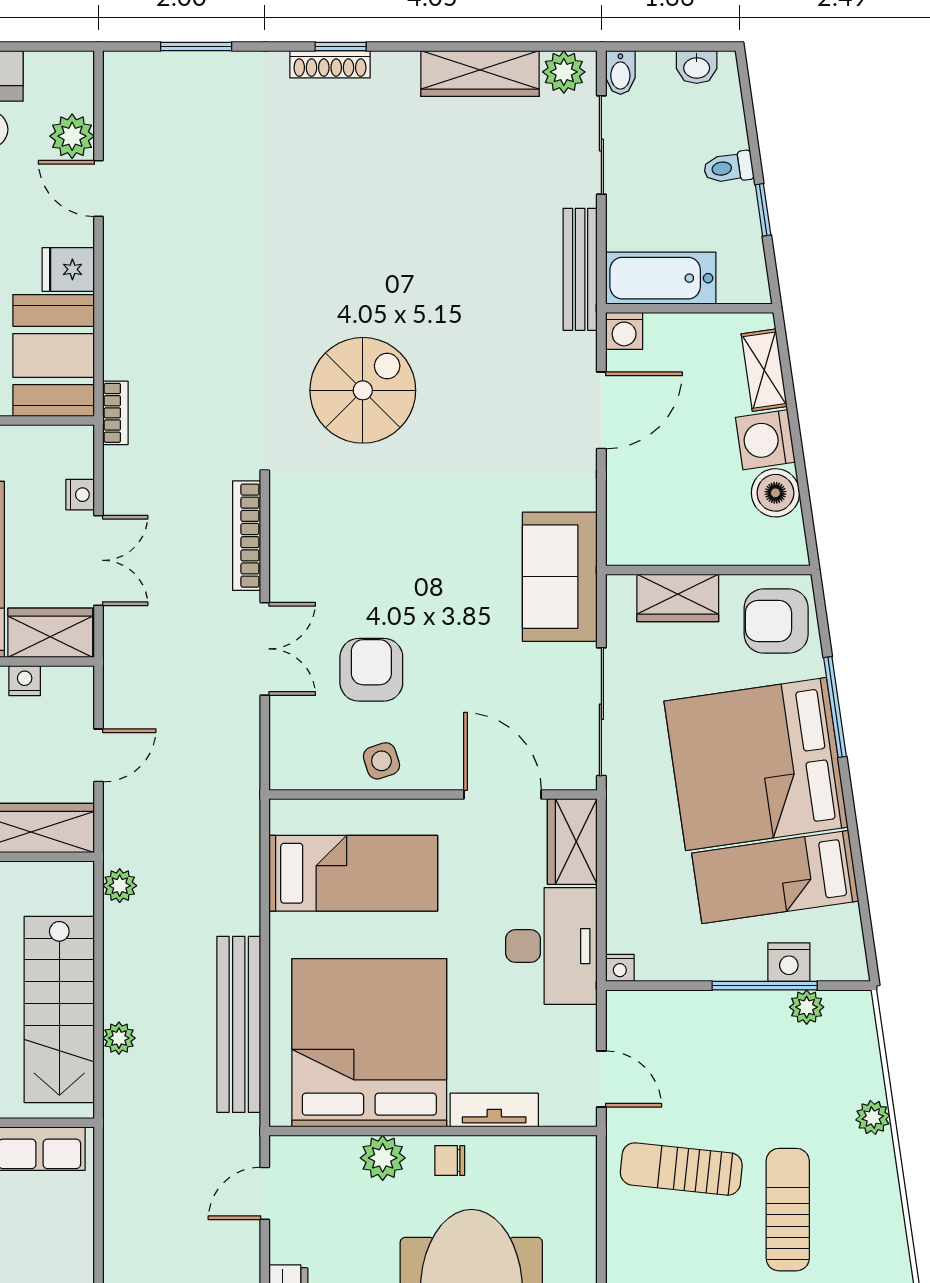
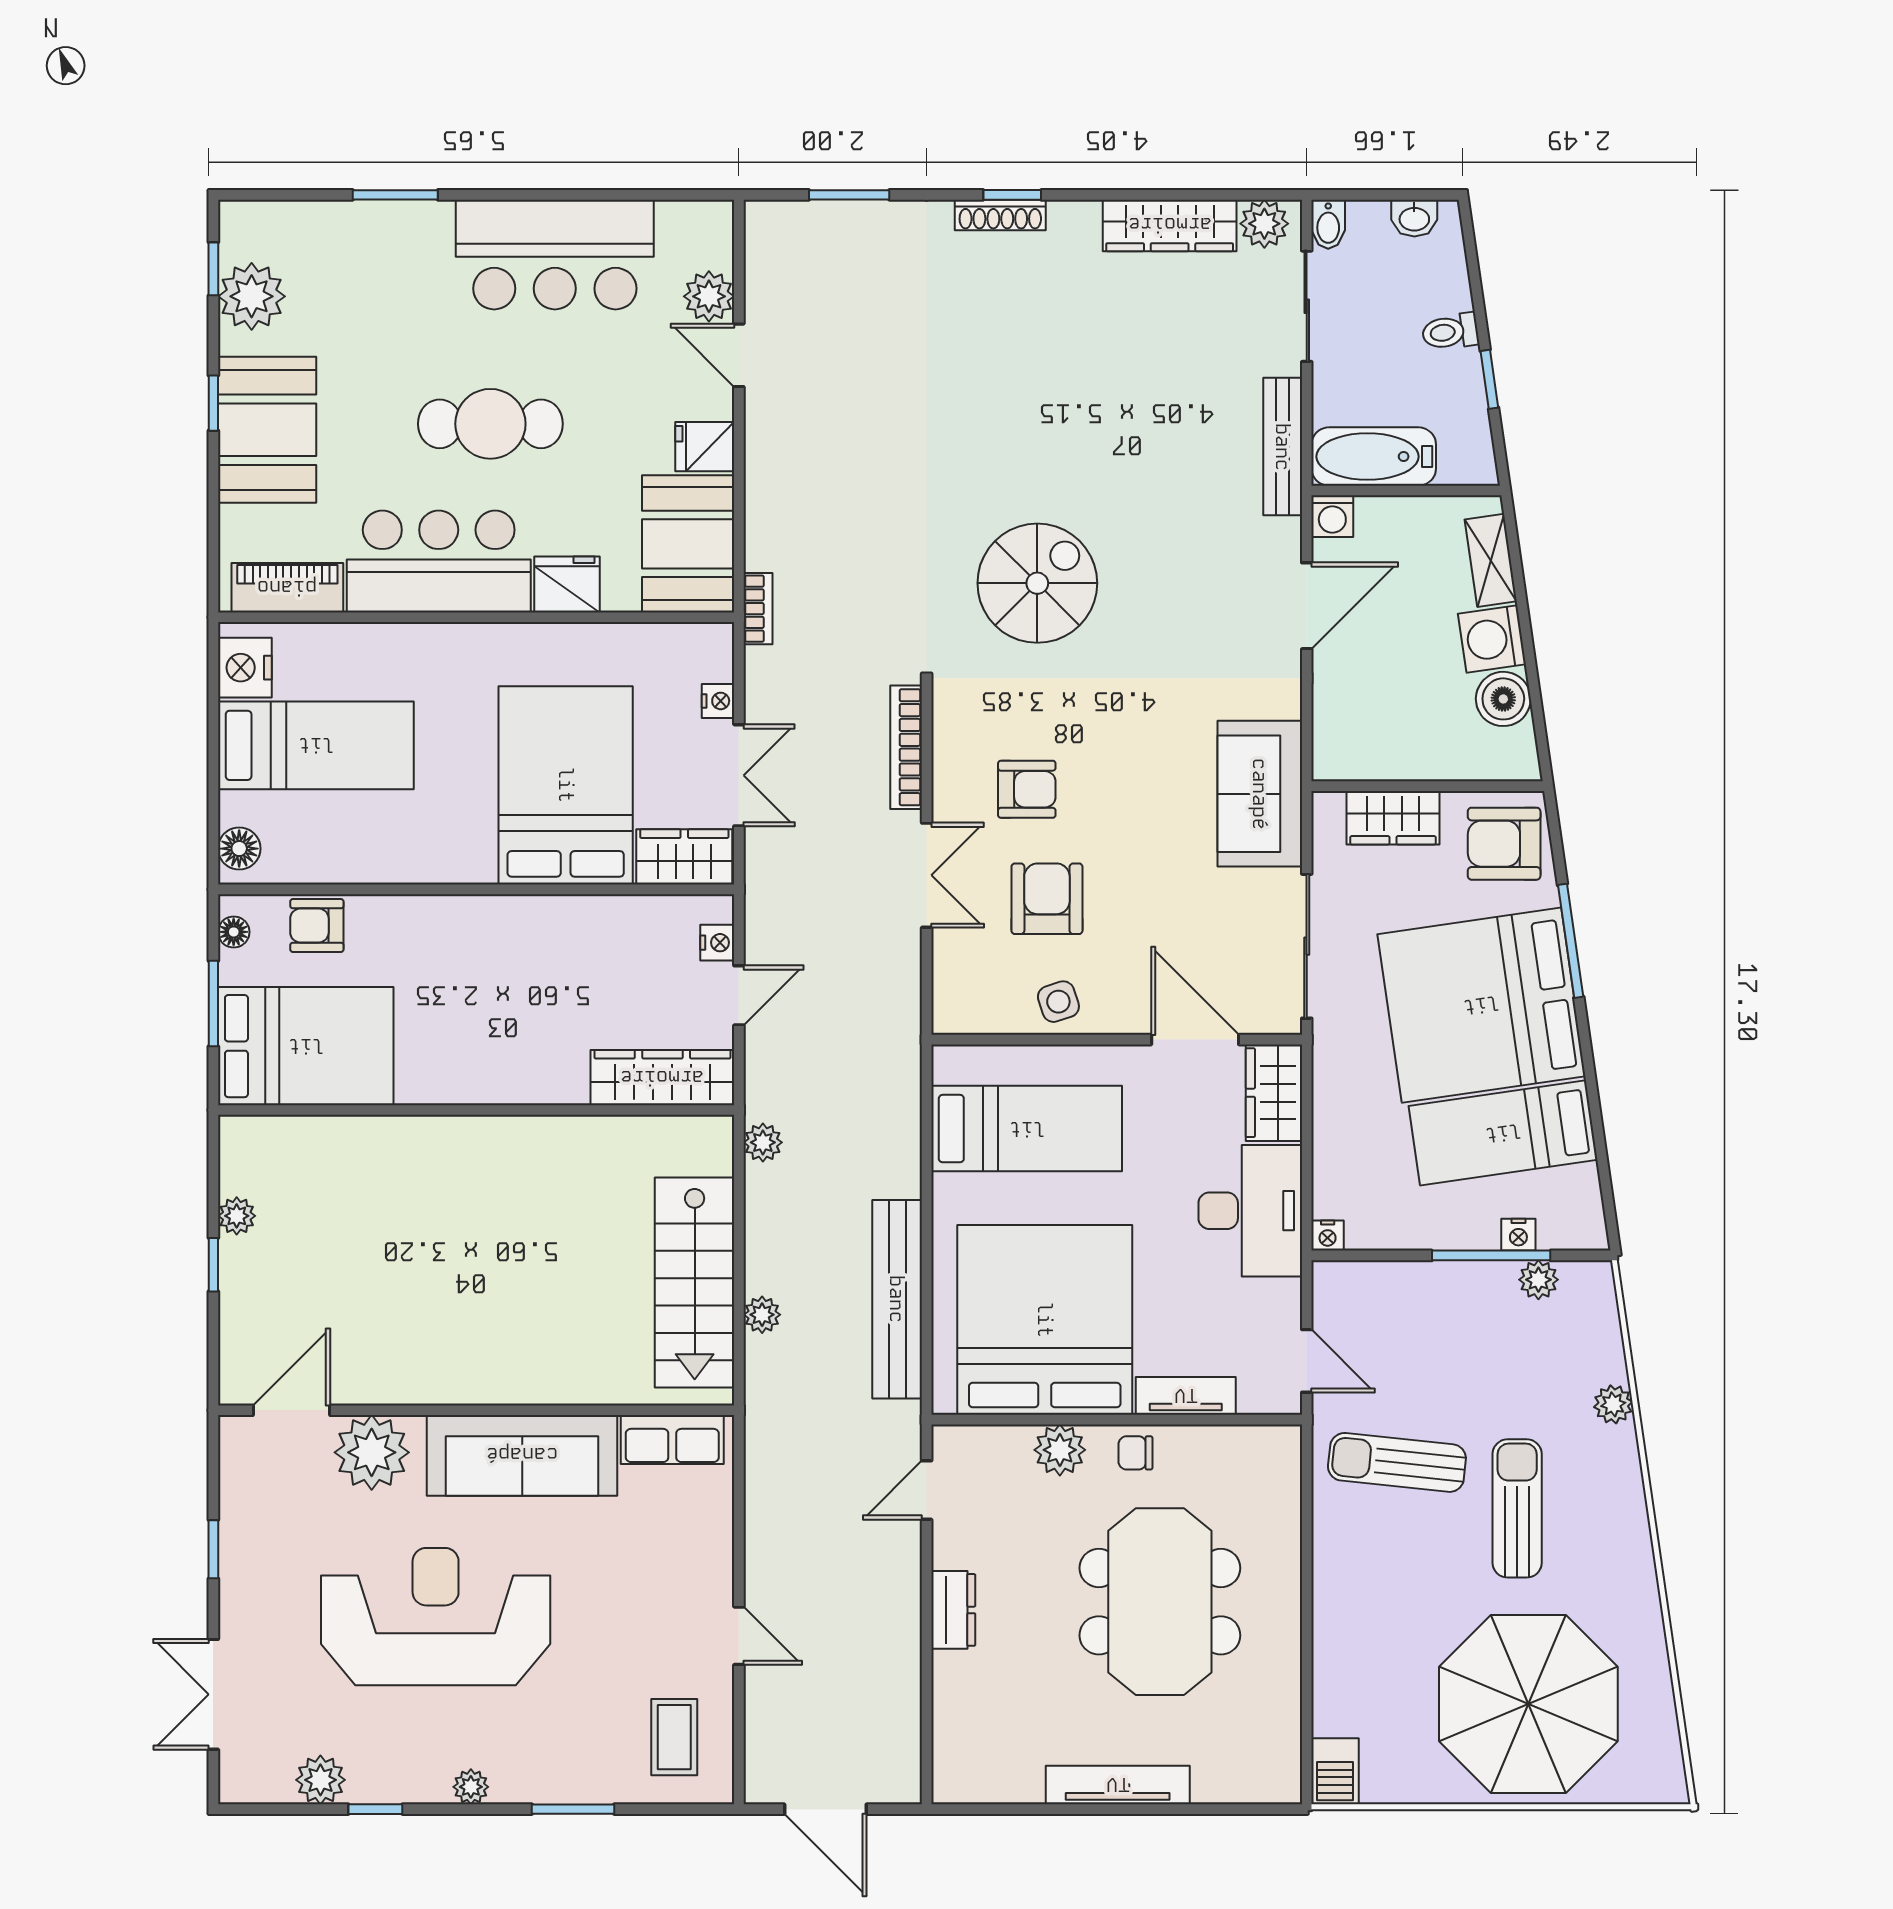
armchair: (353, 573) -> (1027, 789), added
nightstand: (25, 681) -> (717, 943), moved, turned 90
nightstand: (789, 962) -> (1518, 1235), width x0.72, depth x0.74

